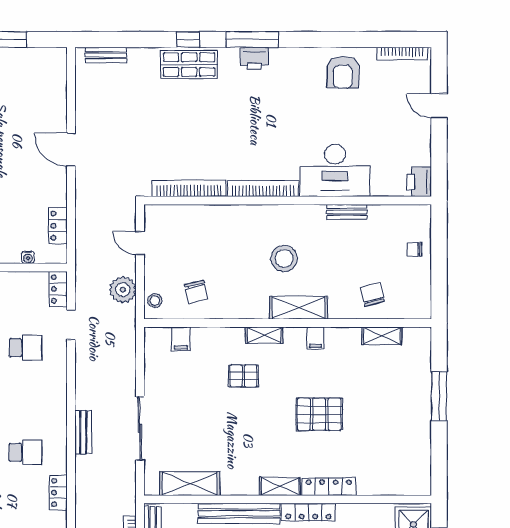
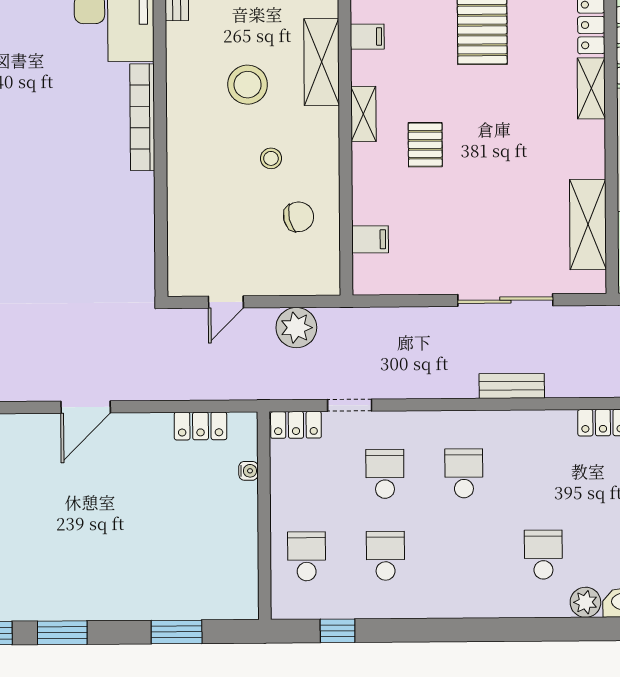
bookcase: (189, 188) -> (143, 228), removed
stool: (155, 301) -> (271, 158), moved
school desk: (25, 452) -> (464, 473), moved

